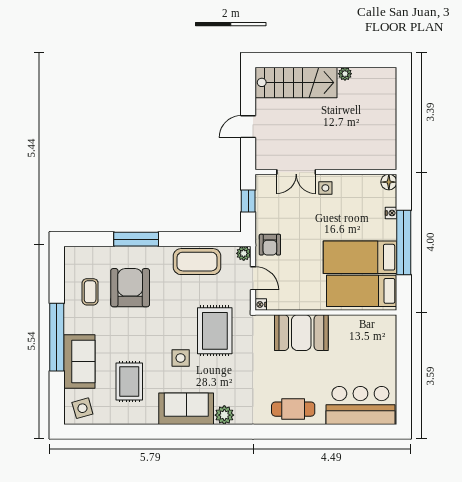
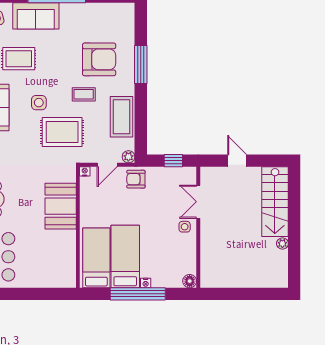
nightstand: (391, 213) -> (146, 283), moved
coffee table: (90, 292) -> (84, 94), moved

